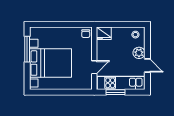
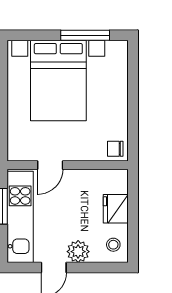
fridge: (104, 33) -> (116, 209), moved
door: (94, 67) -> (50, 165), hinge flipped

